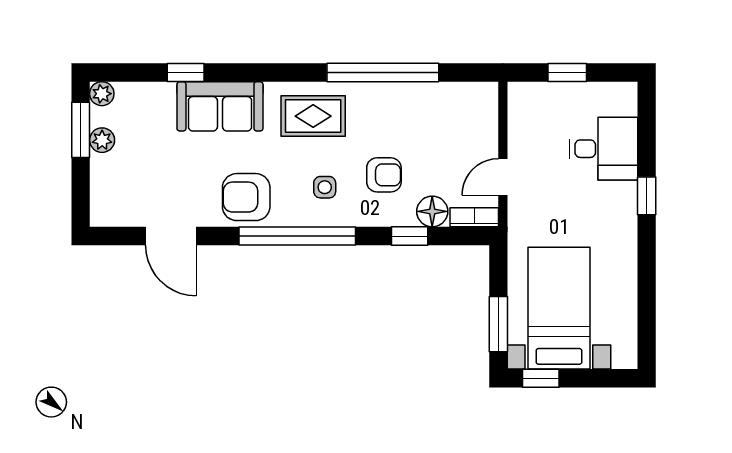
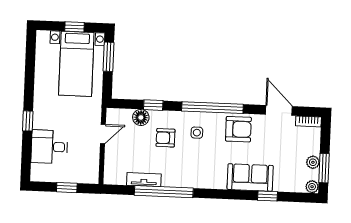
tv unit: (422, 94) -> (144, 180), added
rug: (313, 116) -> (201, 170), removed
bookcase: (474, 217) -> (308, 121), moved
window: (541, 378) -> (74, 27), moved

